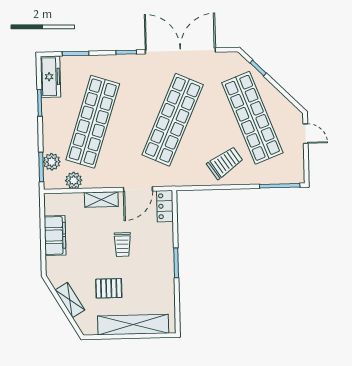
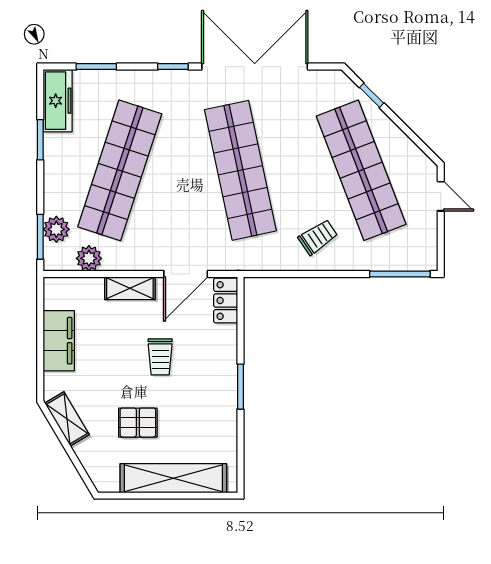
shop shelf: (173, 120) -> (240, 170), turned -36
trolley: (225, 163) -> (318, 237), width x0.73, depth x0.72
shelving: (70, 300) -> (67, 419), moved

